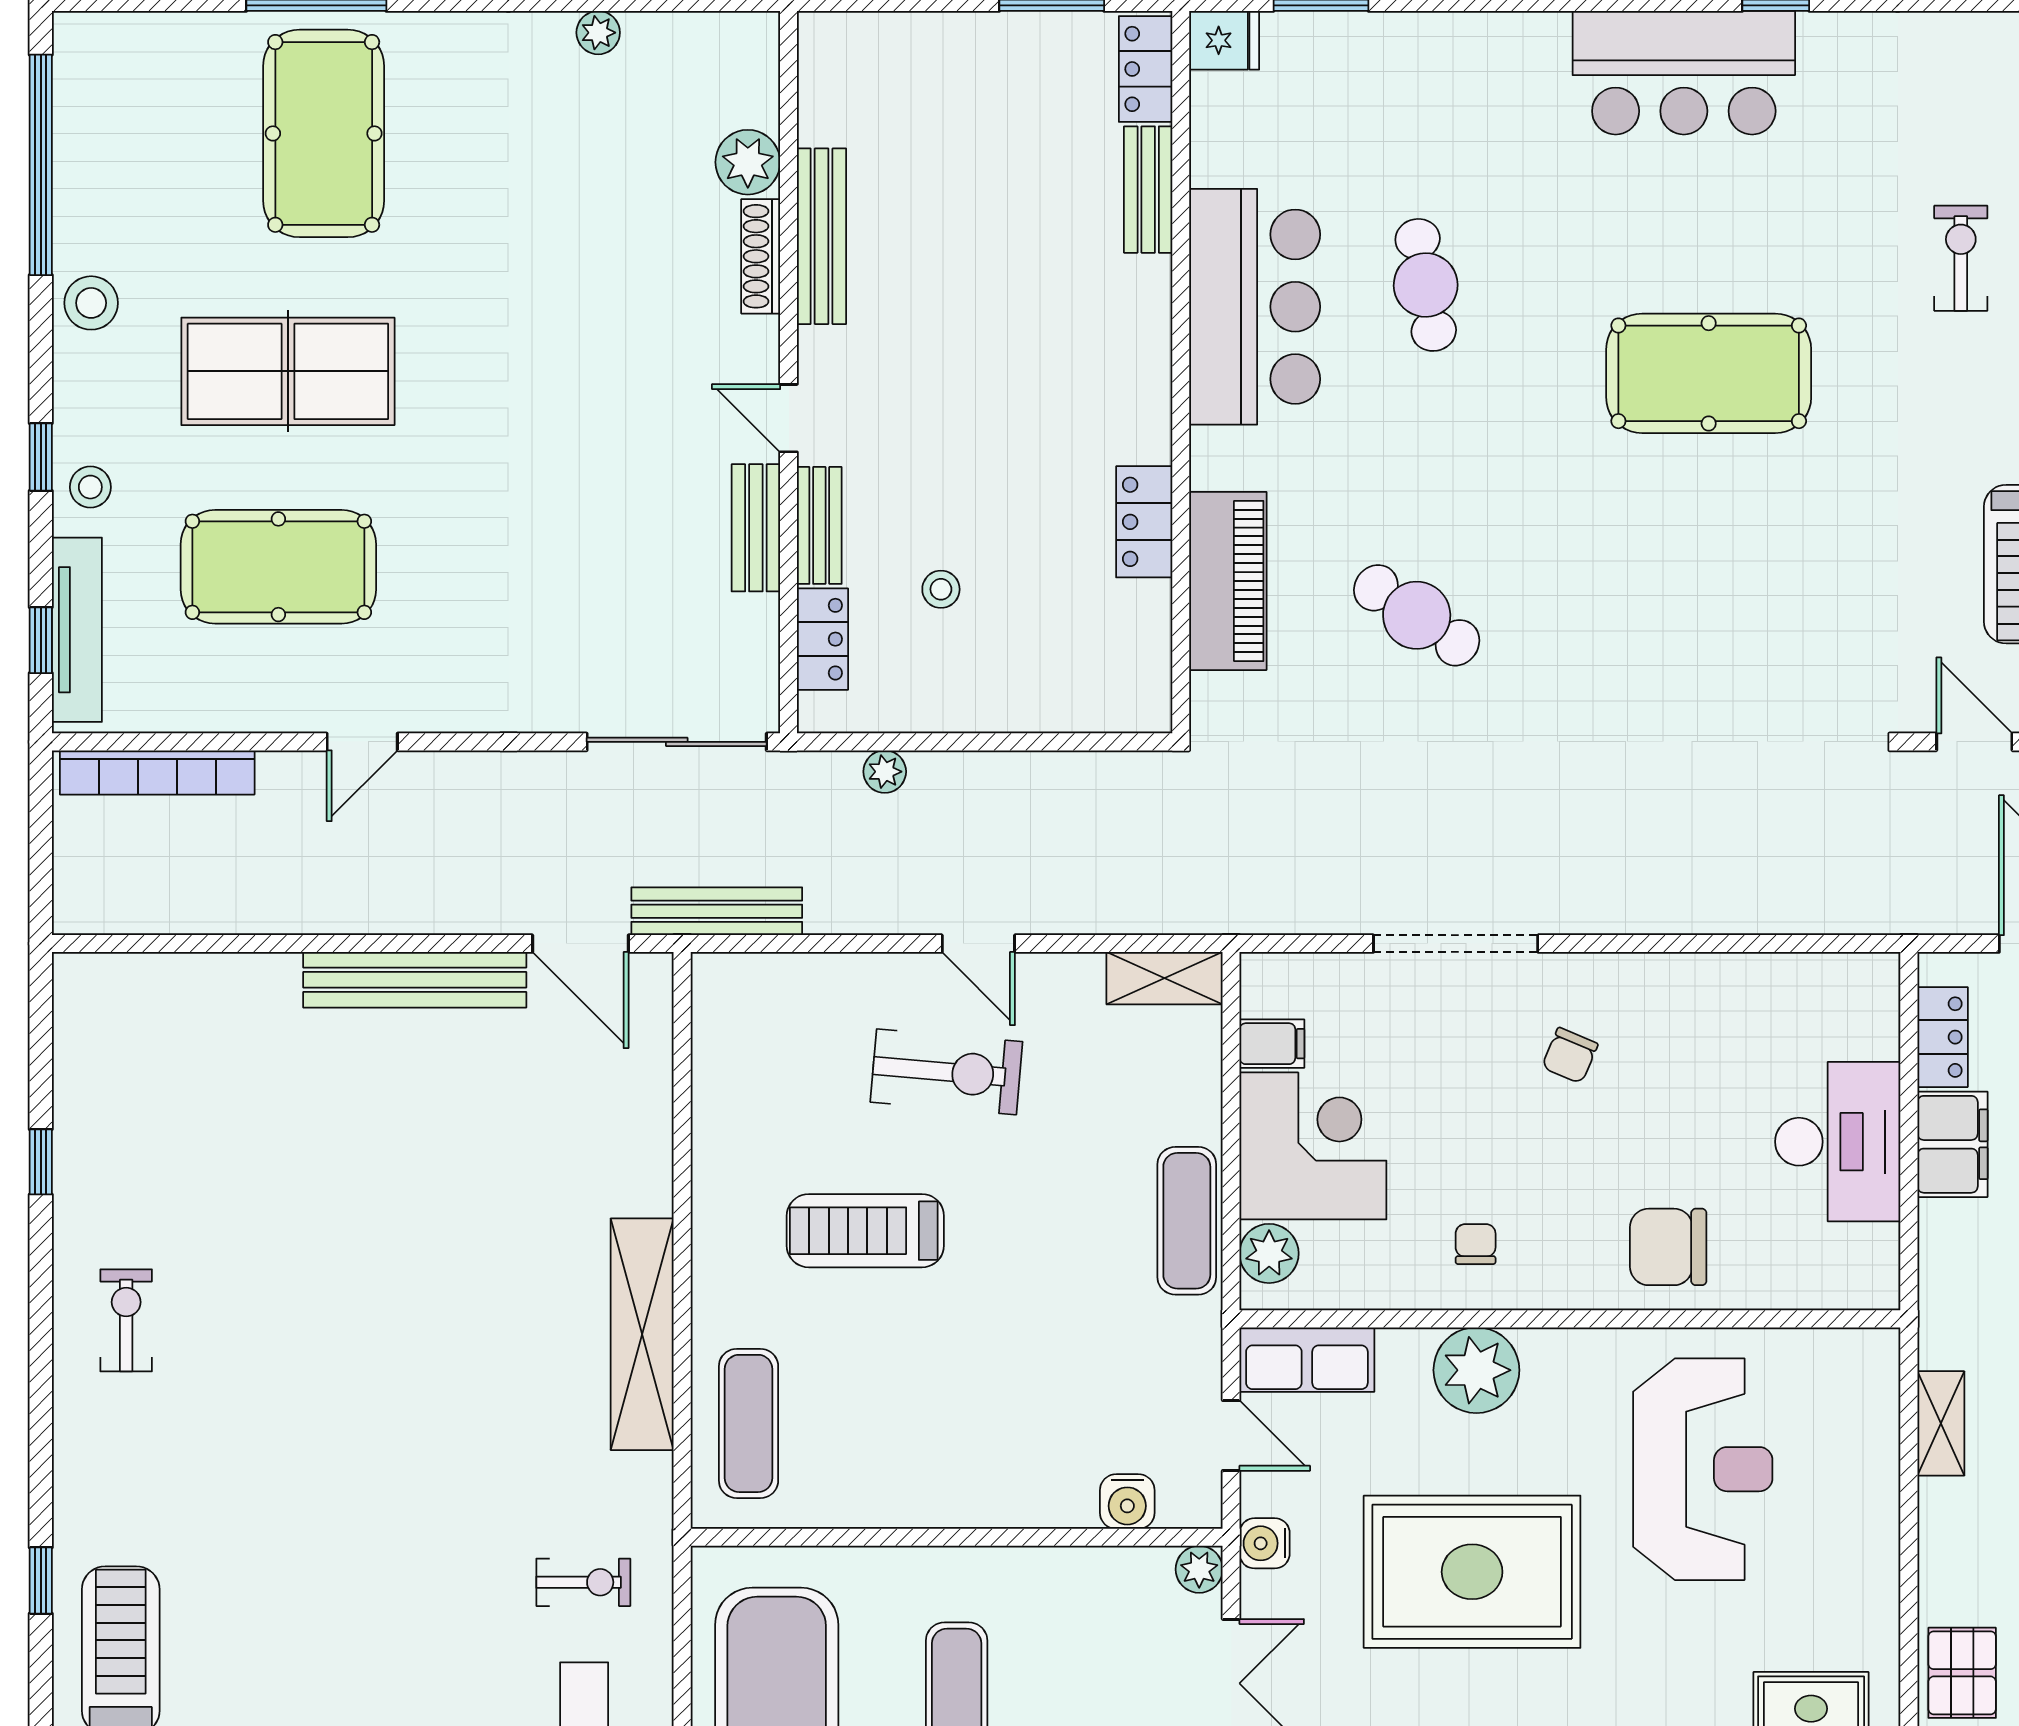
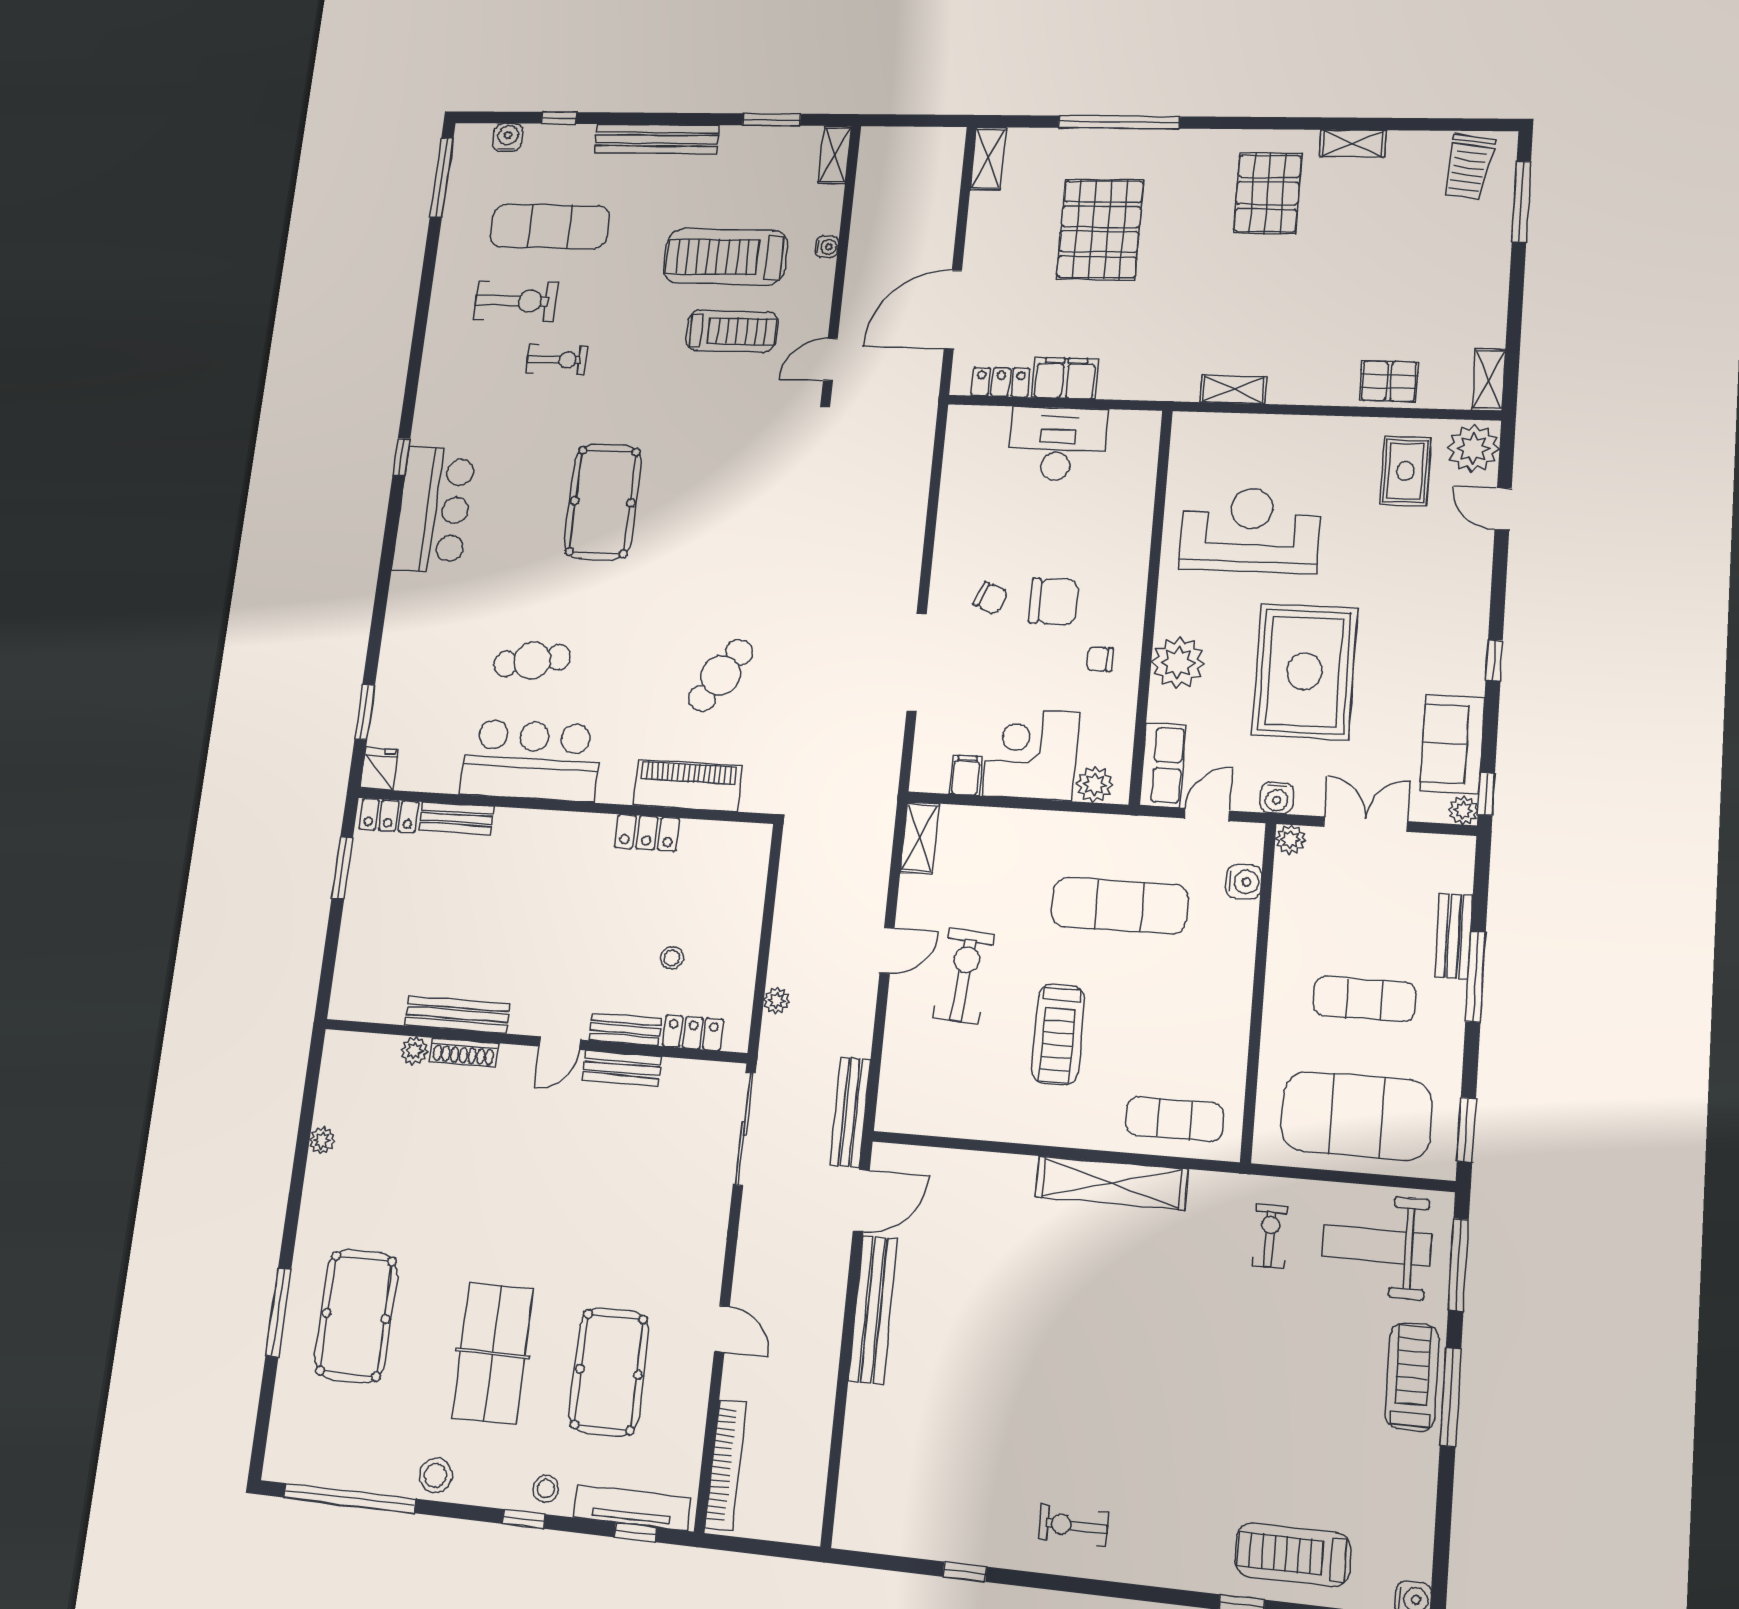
pool table: (324, 133) -> (356, 1316), turned 90
plant: (748, 162) -> (414, 1051), width x0.73, depth x0.73
exercise bike: (1961, 258) -> (557, 360), turned 180
exercise mat: (1187, 1221) -> (1119, 906), moved, width x1.36, depth x1.45
chair: (1668, 1247) -> (1053, 601), moved, turned -90

